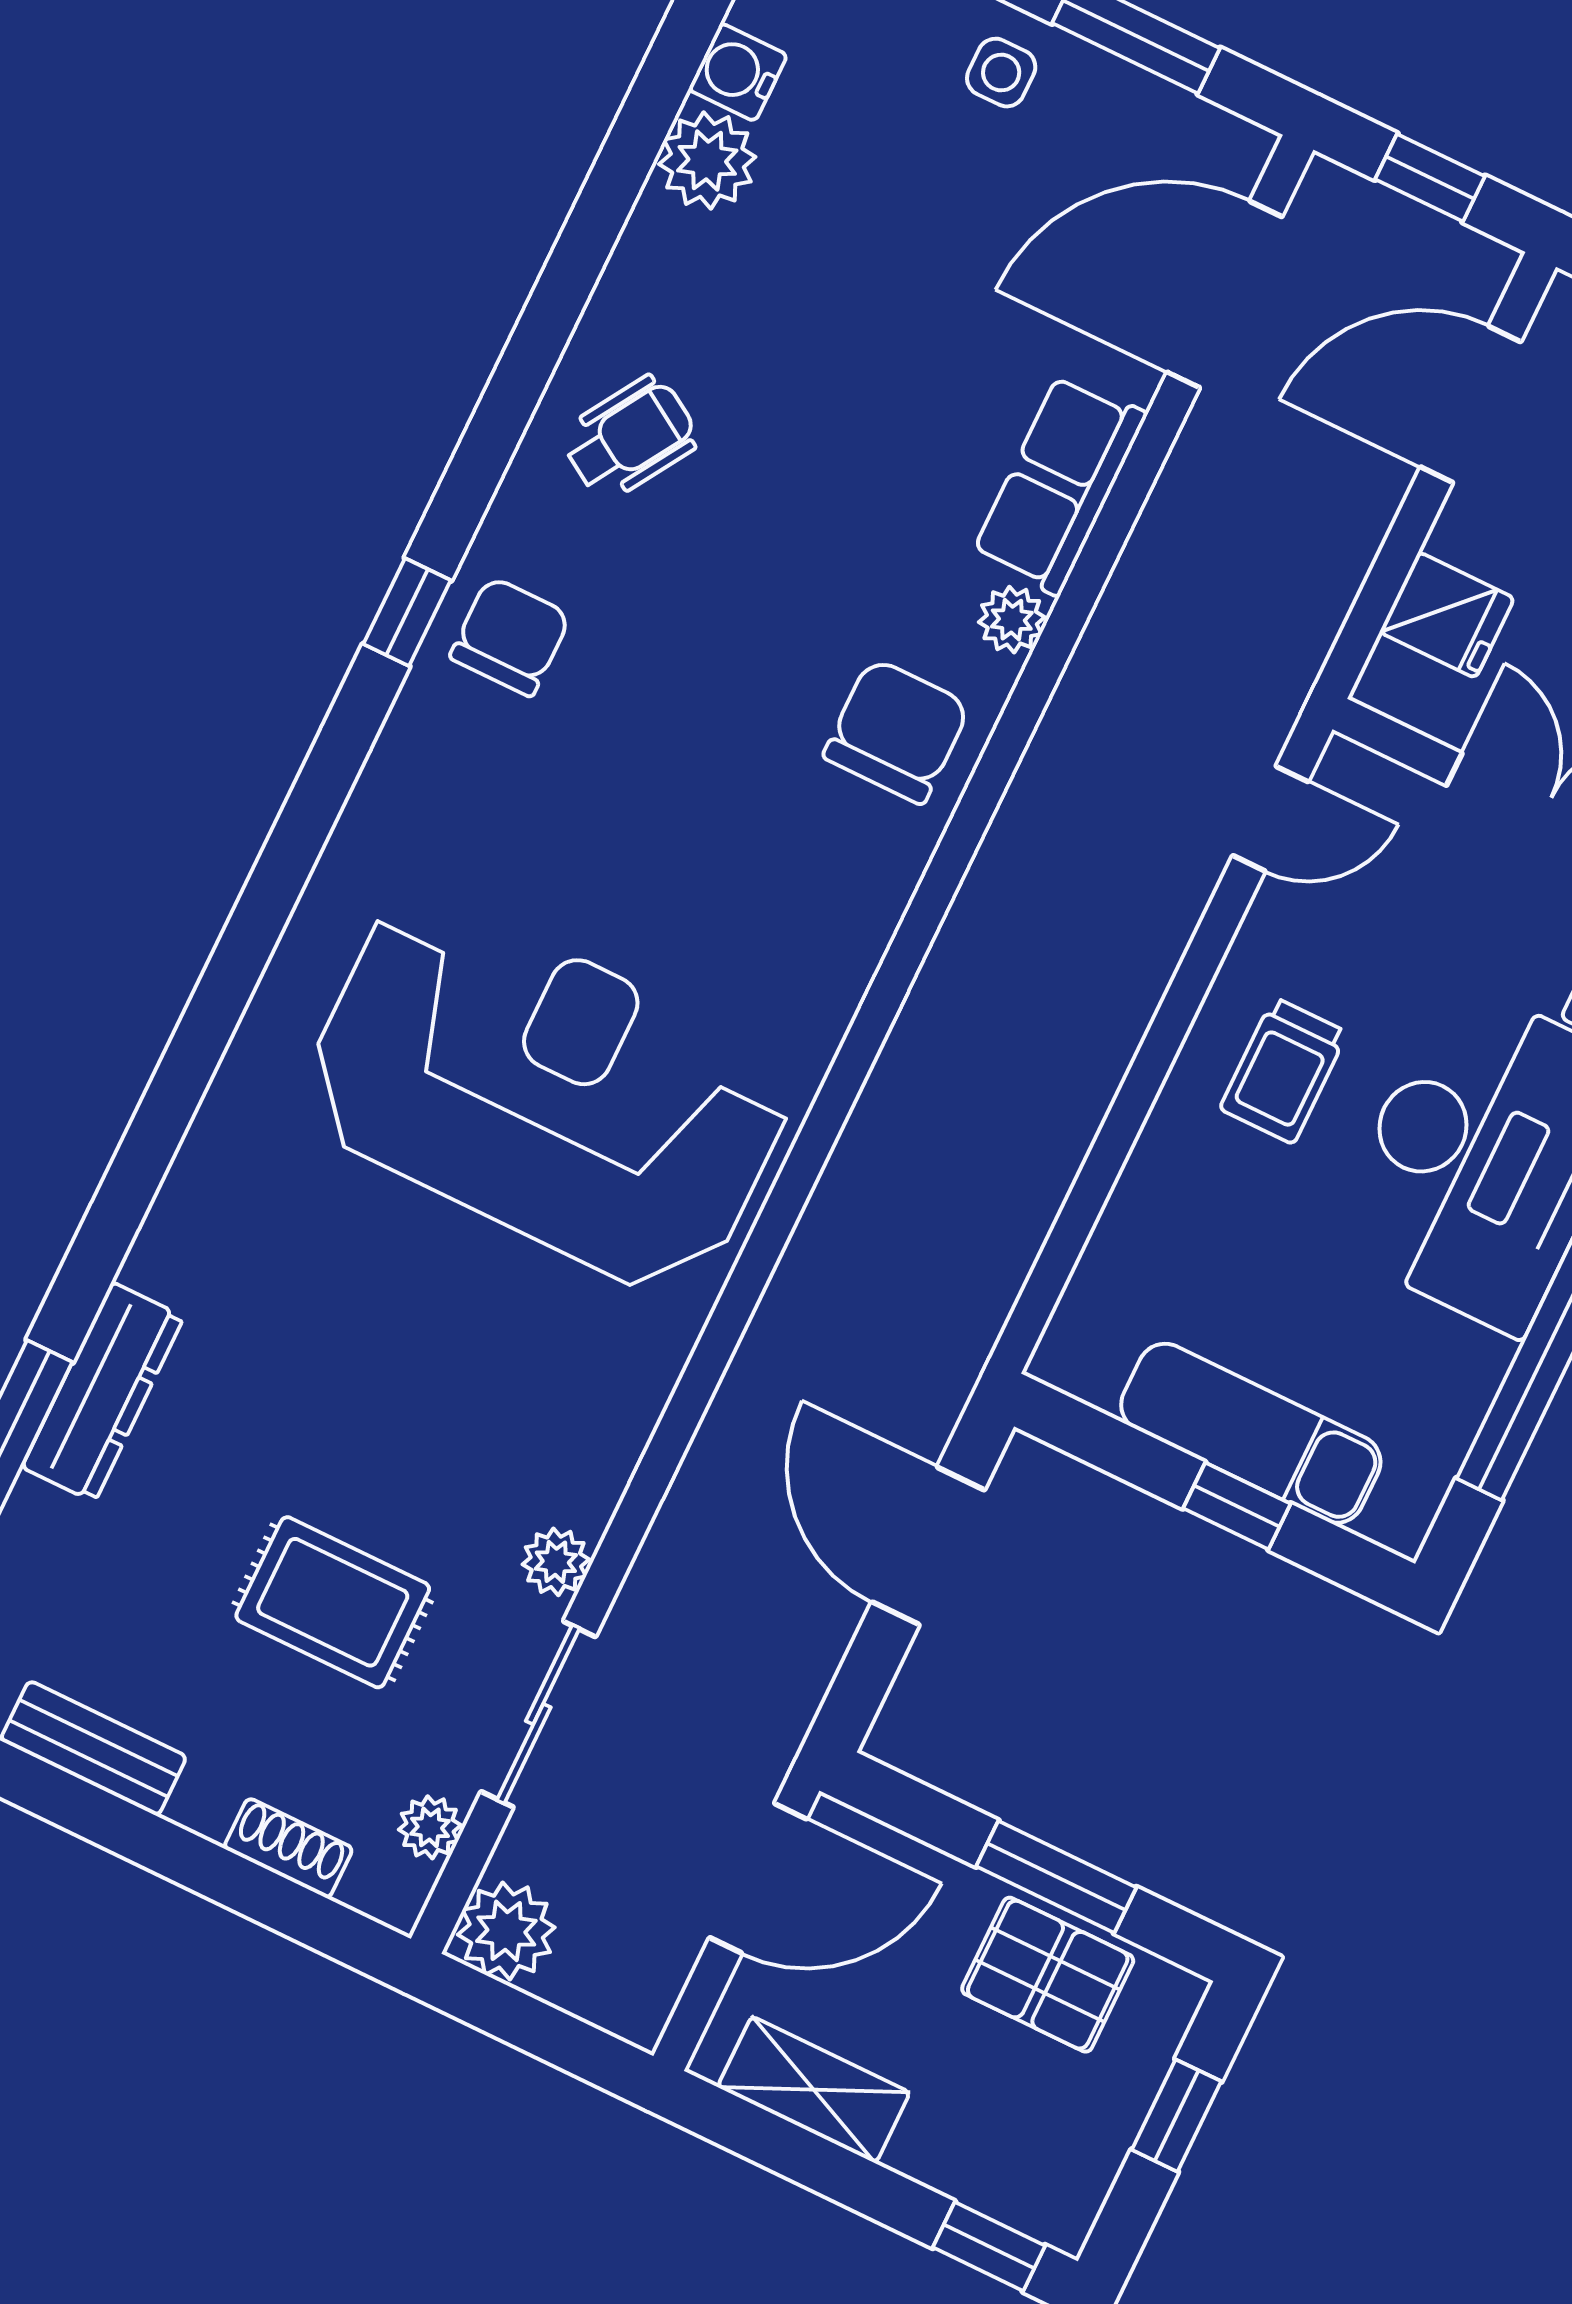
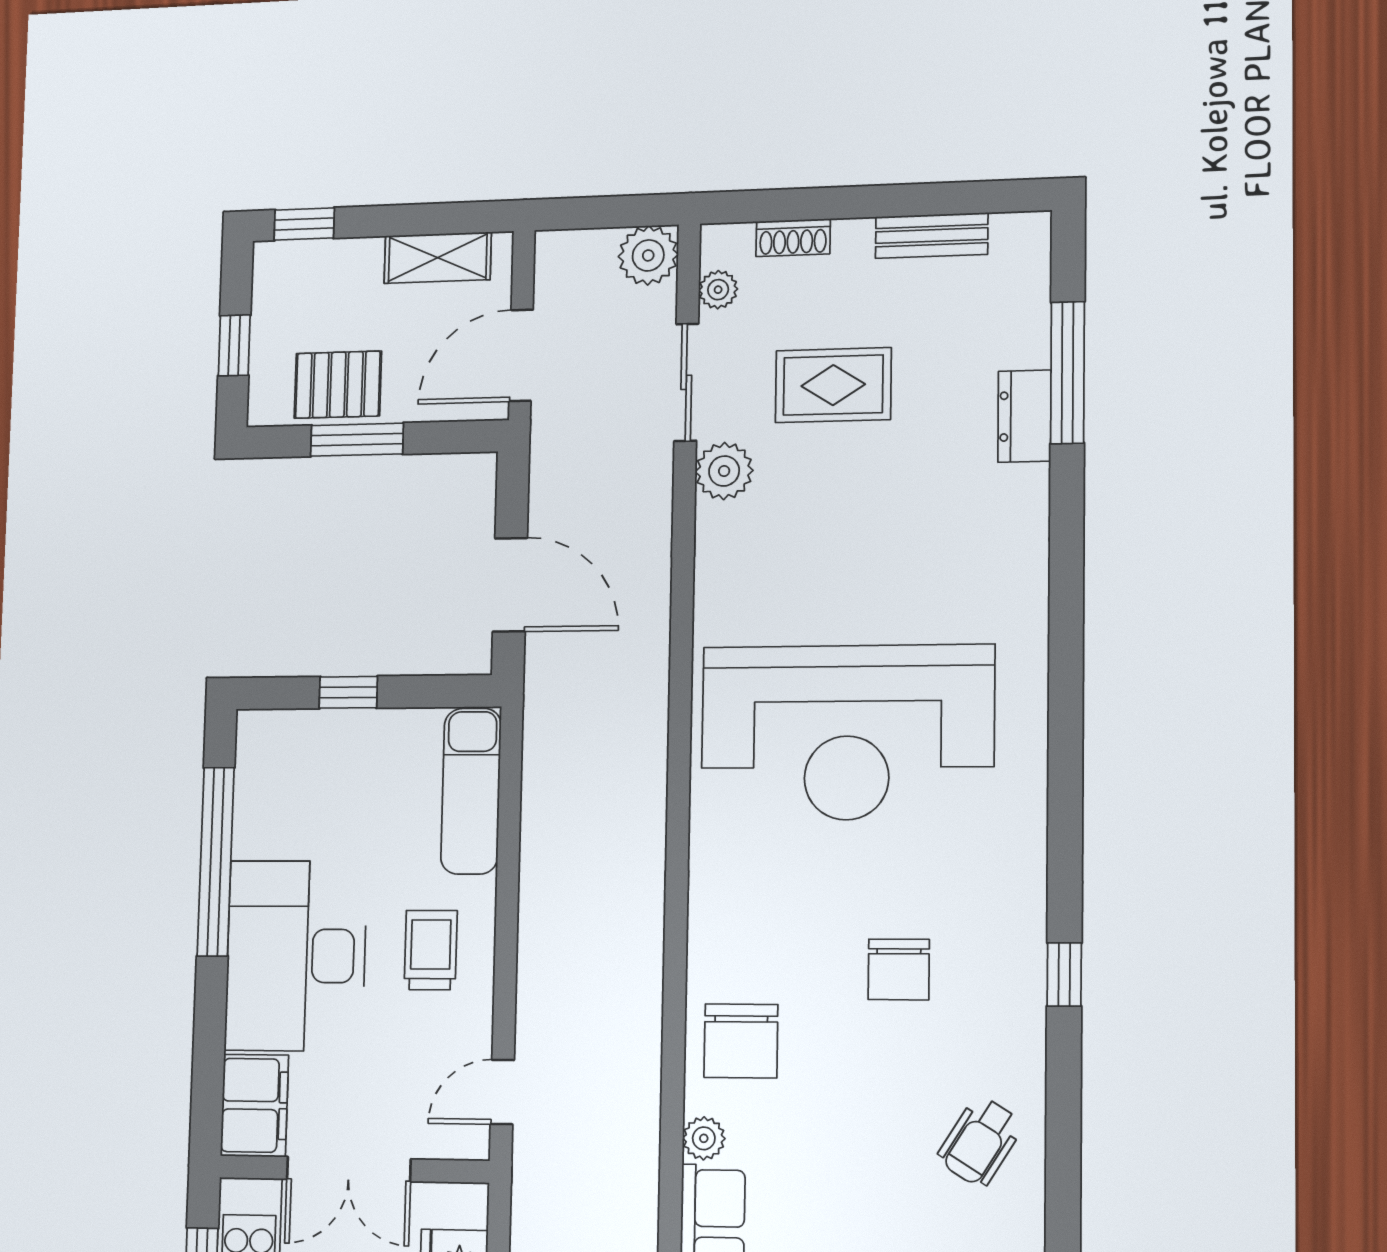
chair: (510, 636) -> (899, 969), moved
dresser: (103, 1392) -> (1024, 416), width x0.70
exam couch: (1251, 1433) -> (471, 791), moved, turned 90
plant: (556, 1562) -> (724, 471), width x1.38, depth x1.38

